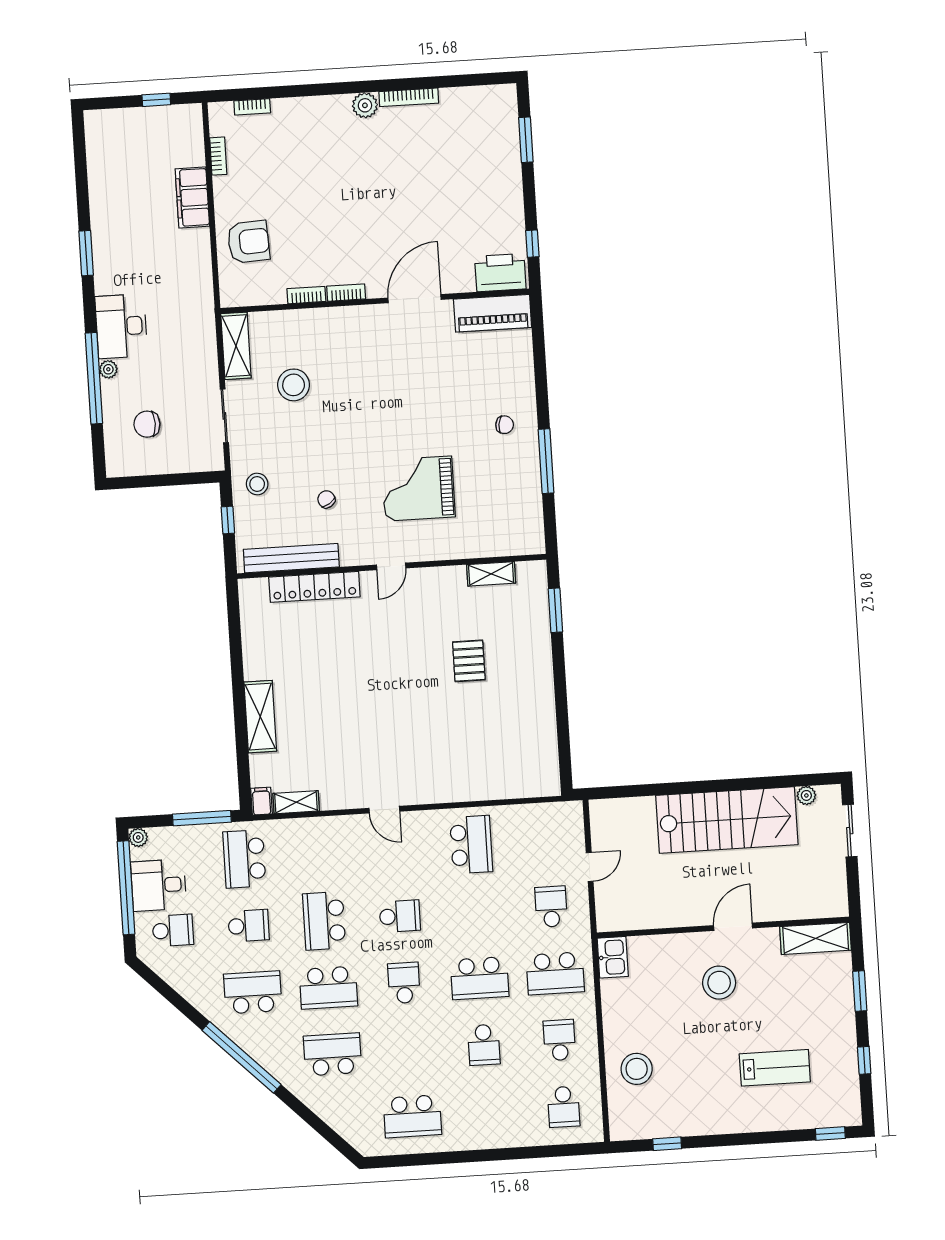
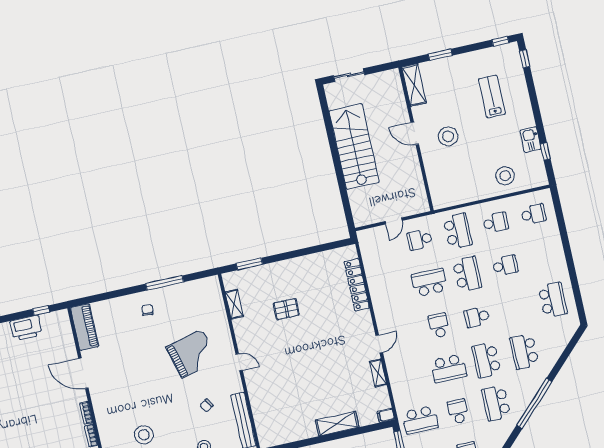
printer: (500, 273) -> (26, 328), moved, turned -90
grand piano: (418, 488) -> (192, 354), turned -105
locker: (314, 587) -> (357, 285), moved, turned 180
plant: (806, 795) -> (333, 103), removed
shelving: (296, 802) -> (378, 373), moved
school desk: (471, 845) -> (429, 283), moved
door: (590, 867) -> (394, 221), swing flipped
kitchen sink: (613, 957) -> (530, 140), moved, turned -90
school desk: (328, 988) -> (486, 360), turned 180
school desk: (559, 1040) -> (496, 223), turned 180
window: (864, 1060) -> (500, 41), moved

